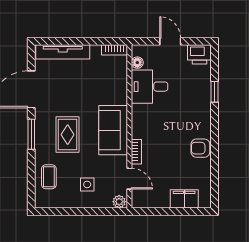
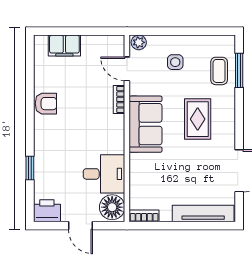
floor lamp: (137, 63) -> (112, 207), width x1.89, depth x1.89
window: (31, 134) -> (239, 70), moved

